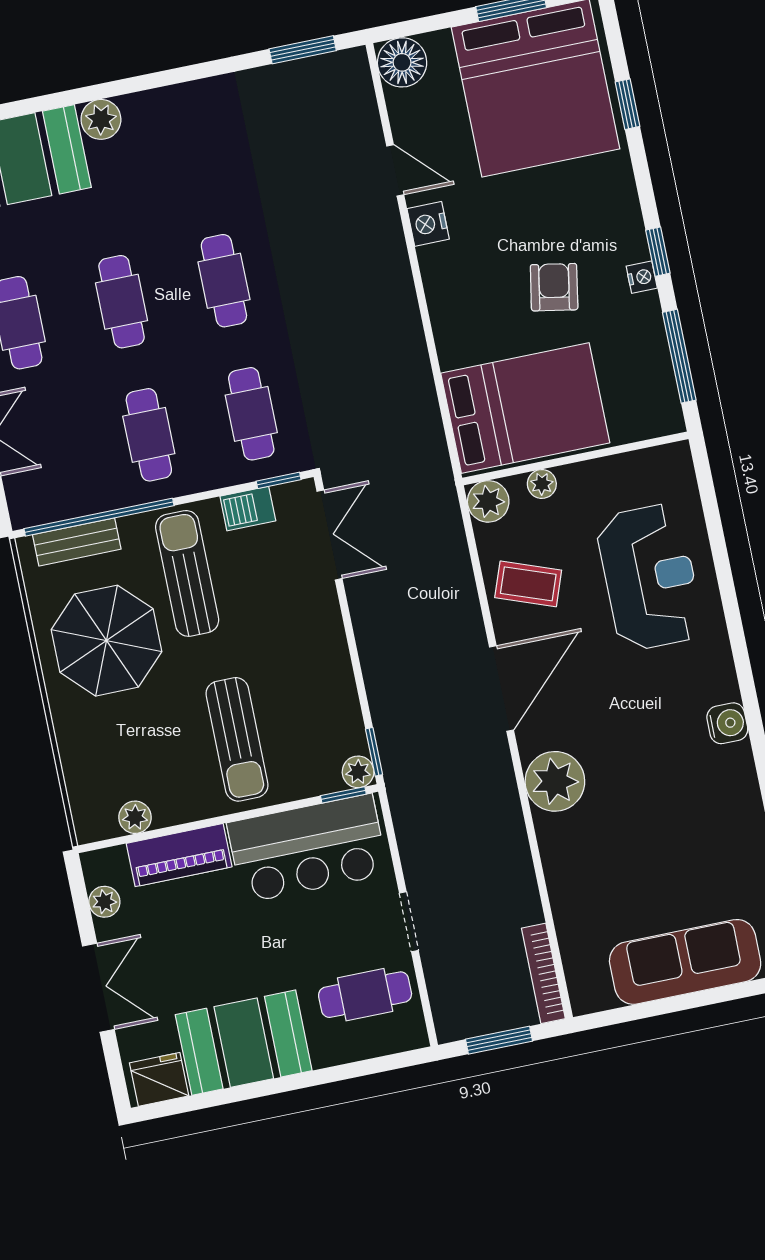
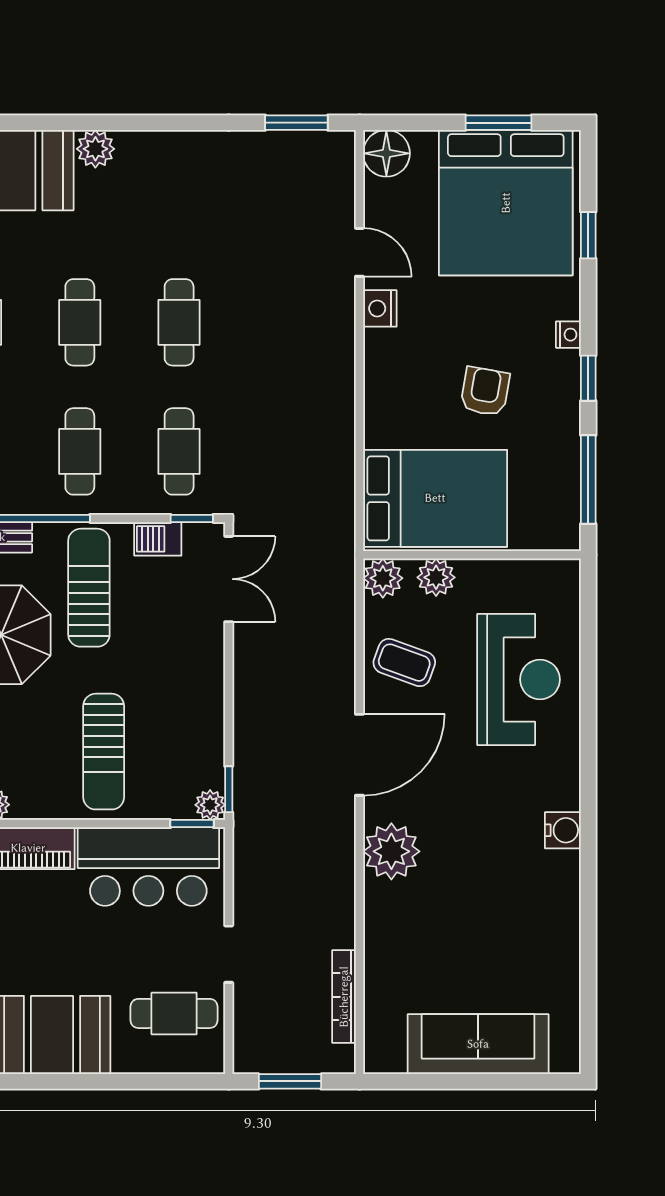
nightstand: (642, 277) -> (568, 335), moved
plant: (542, 484) -> (436, 577), width x1.38, depth x1.38
bookcase: (543, 973) -> (344, 997), moved

